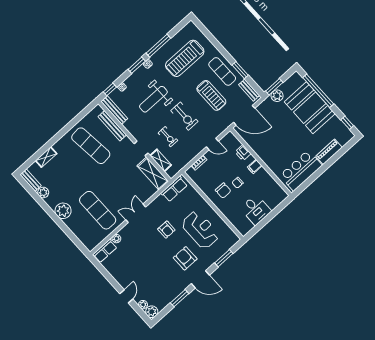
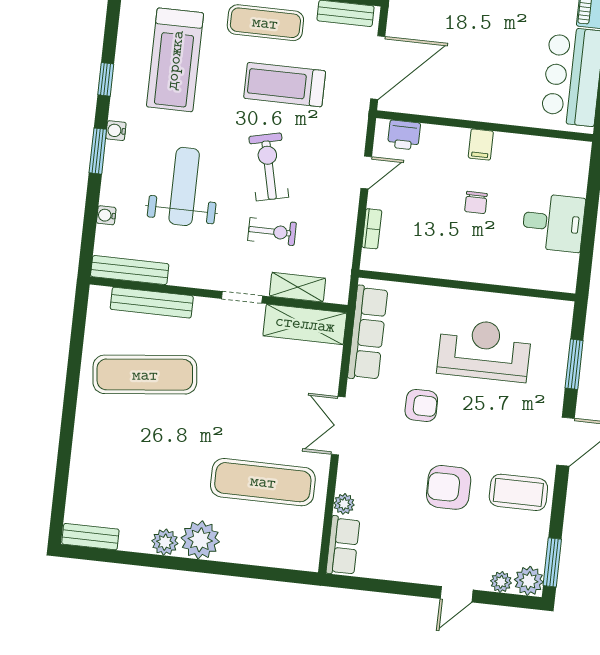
window: (158, 46) -> (106, 79), width x0.46
window: (110, 89) -> (88, 240), removed
treadmill: (211, 95) -> (285, 85), turned 180
weight bench: (153, 99) -> (184, 186), turned 180
exercise bike: (184, 116) -> (269, 167), turned -103
printer: (243, 153) -> (404, 135), moved
shelving: (46, 157) -> (81, 469), removed
row of seats: (174, 189) -> (368, 333), width x1.48
chair: (223, 191) -> (462, 241), removed
plant: (43, 193) -> (165, 542), moved
armchair: (185, 258) -> (449, 487), moved
coffee table: (172, 282) -> (518, 492), added
door: (126, 296) -> (457, 594), swing flipped
window: (180, 298) -> (552, 562), moved

